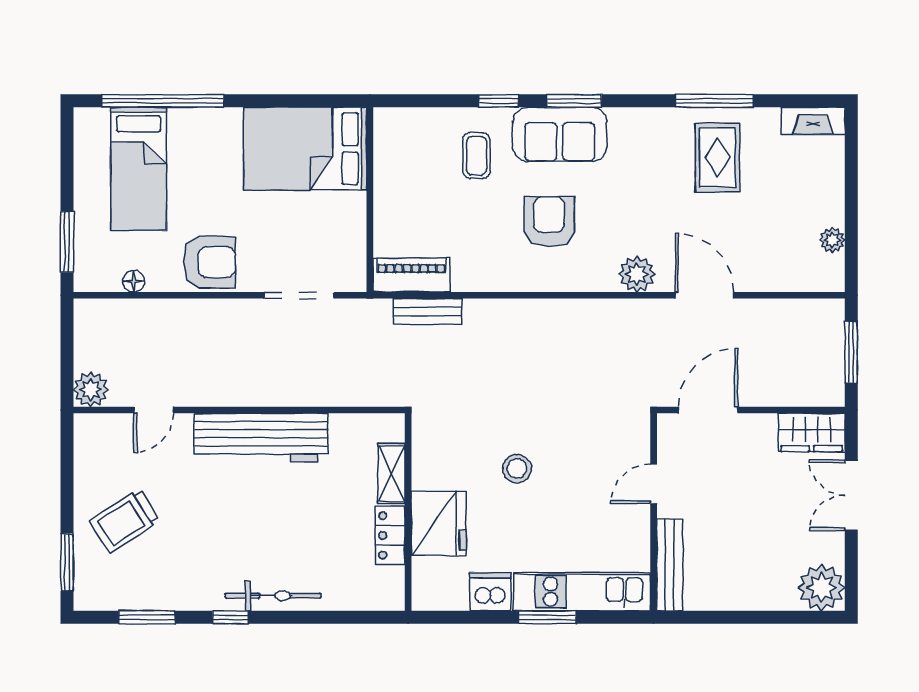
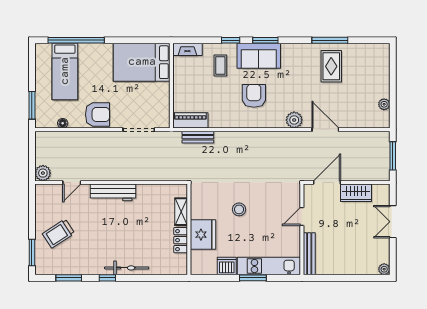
fireplace: (813, 121) -> (187, 49), moved
wardrobe: (812, 433) -> (356, 193), moved
workbench: (261, 438) -> (113, 192), width x0.73, depth x0.76
plant: (822, 588) -> (384, 269), width x0.53, depth x0.53

